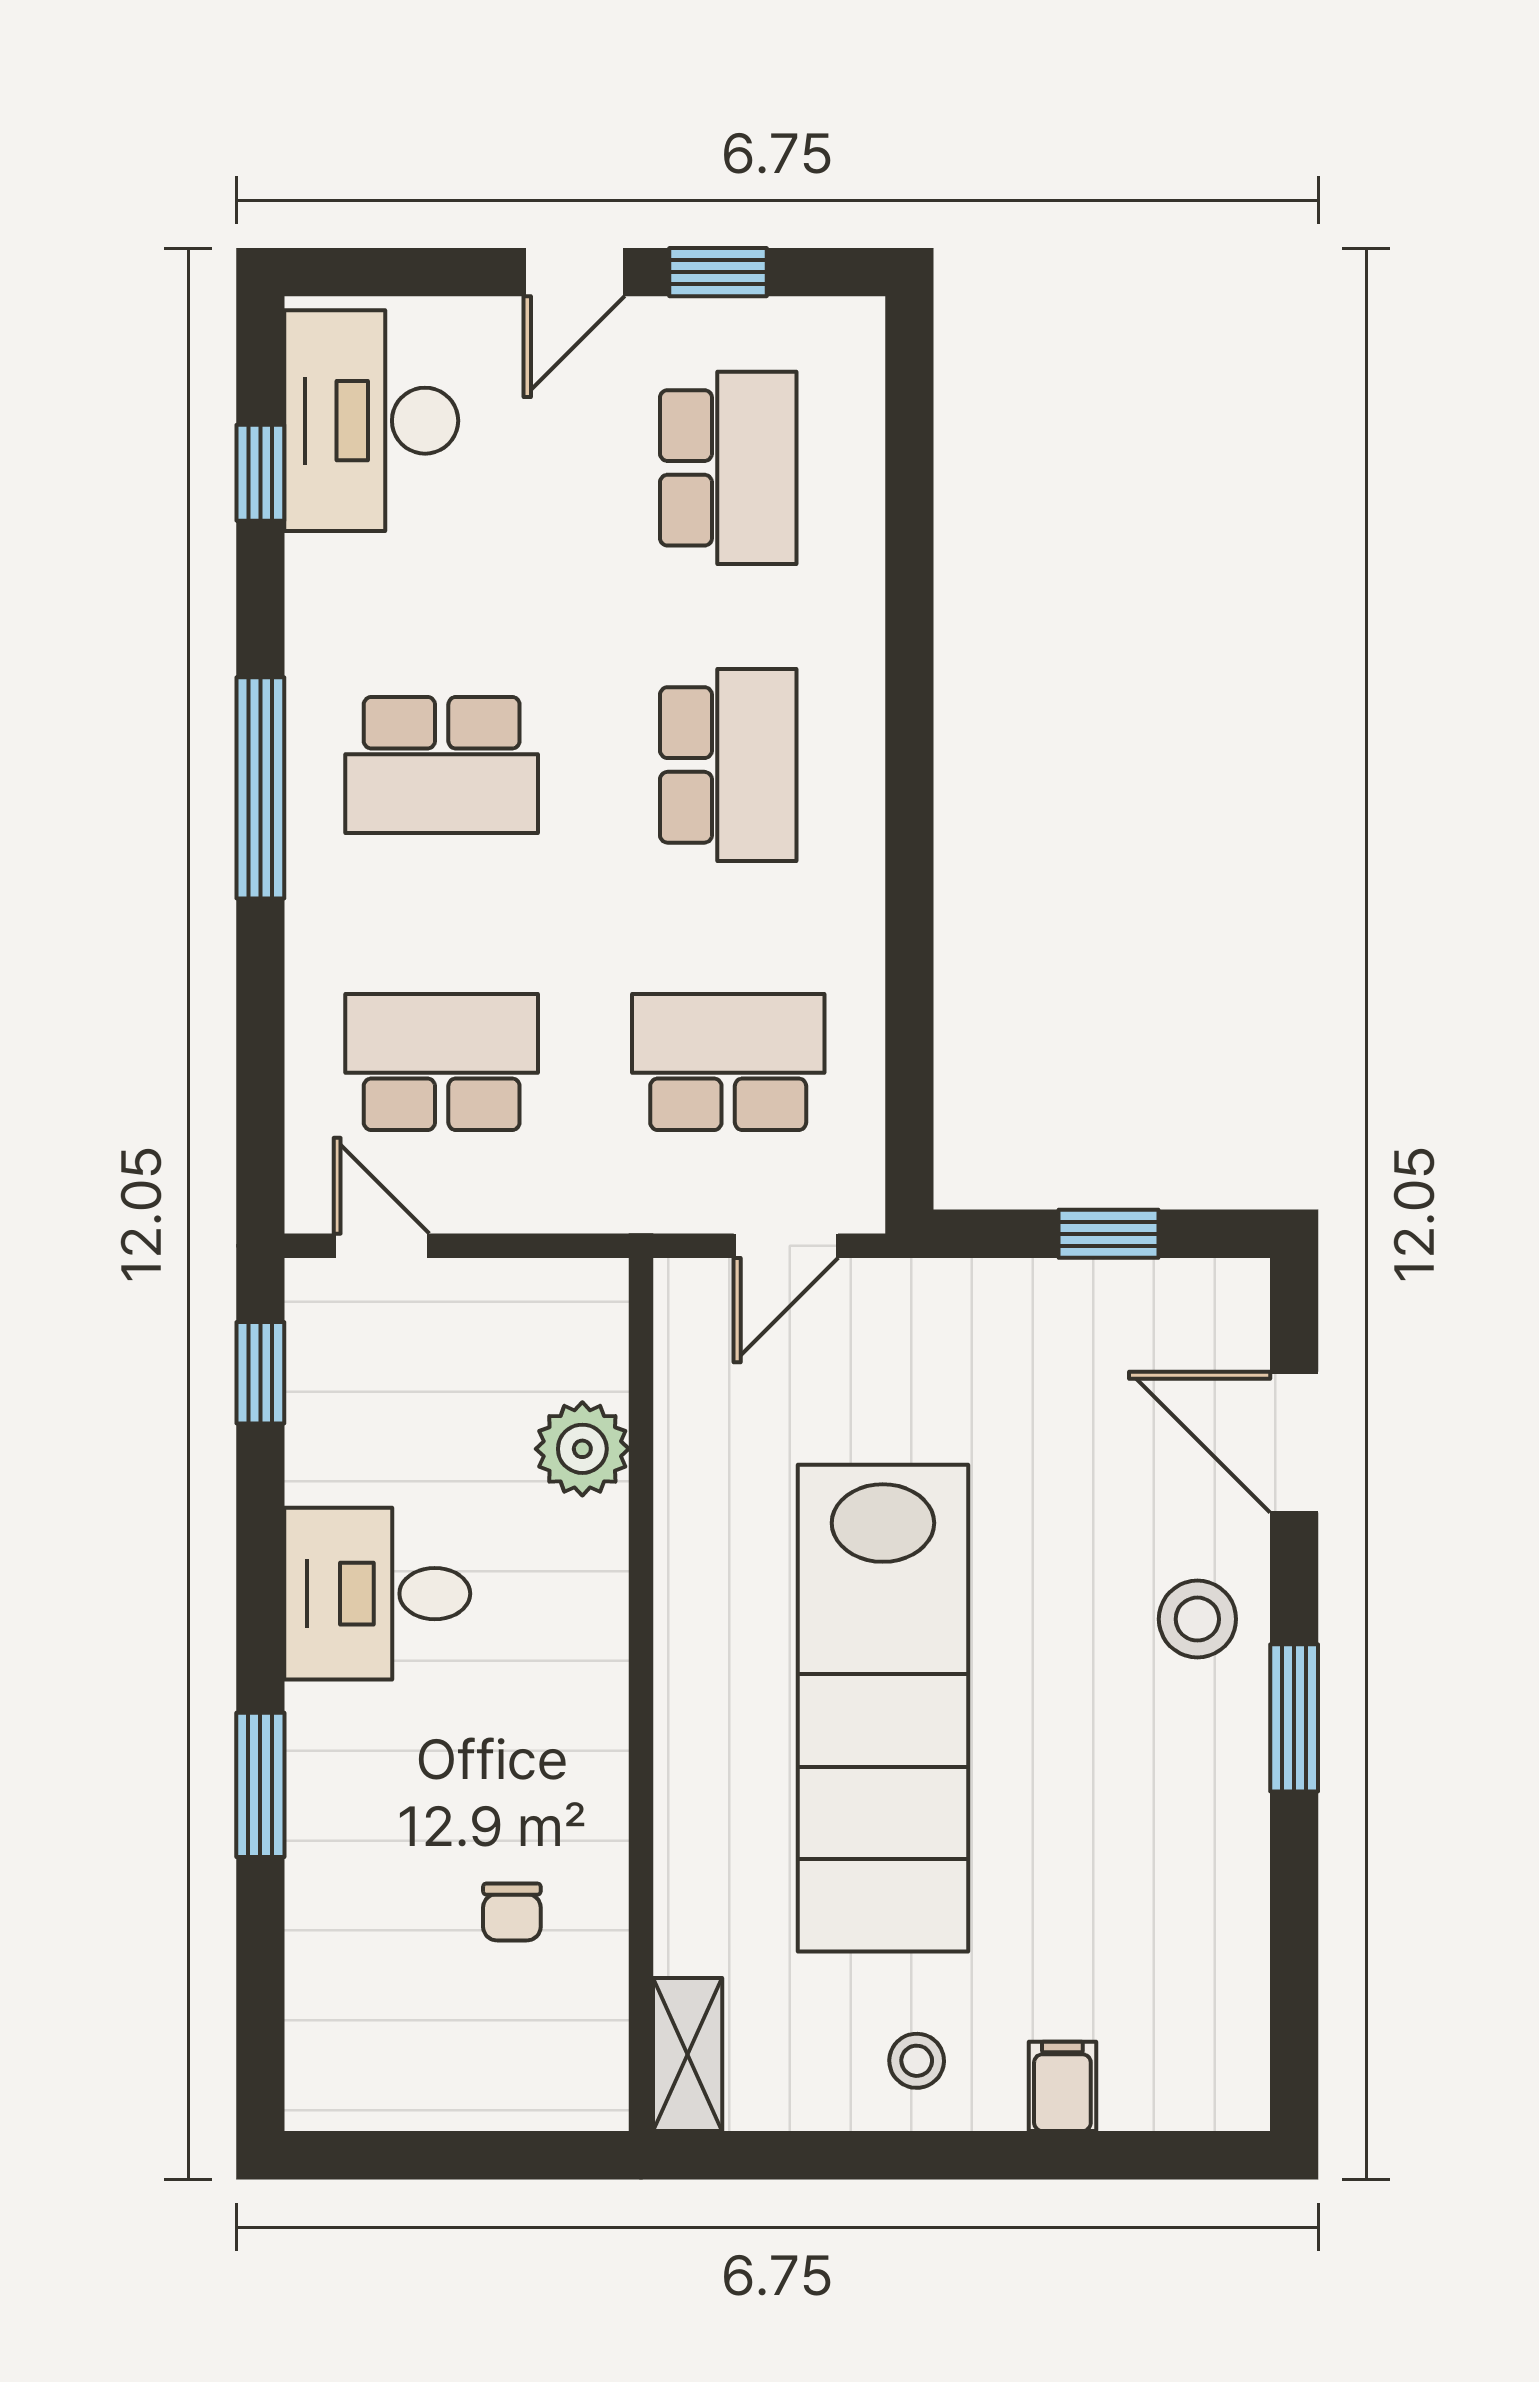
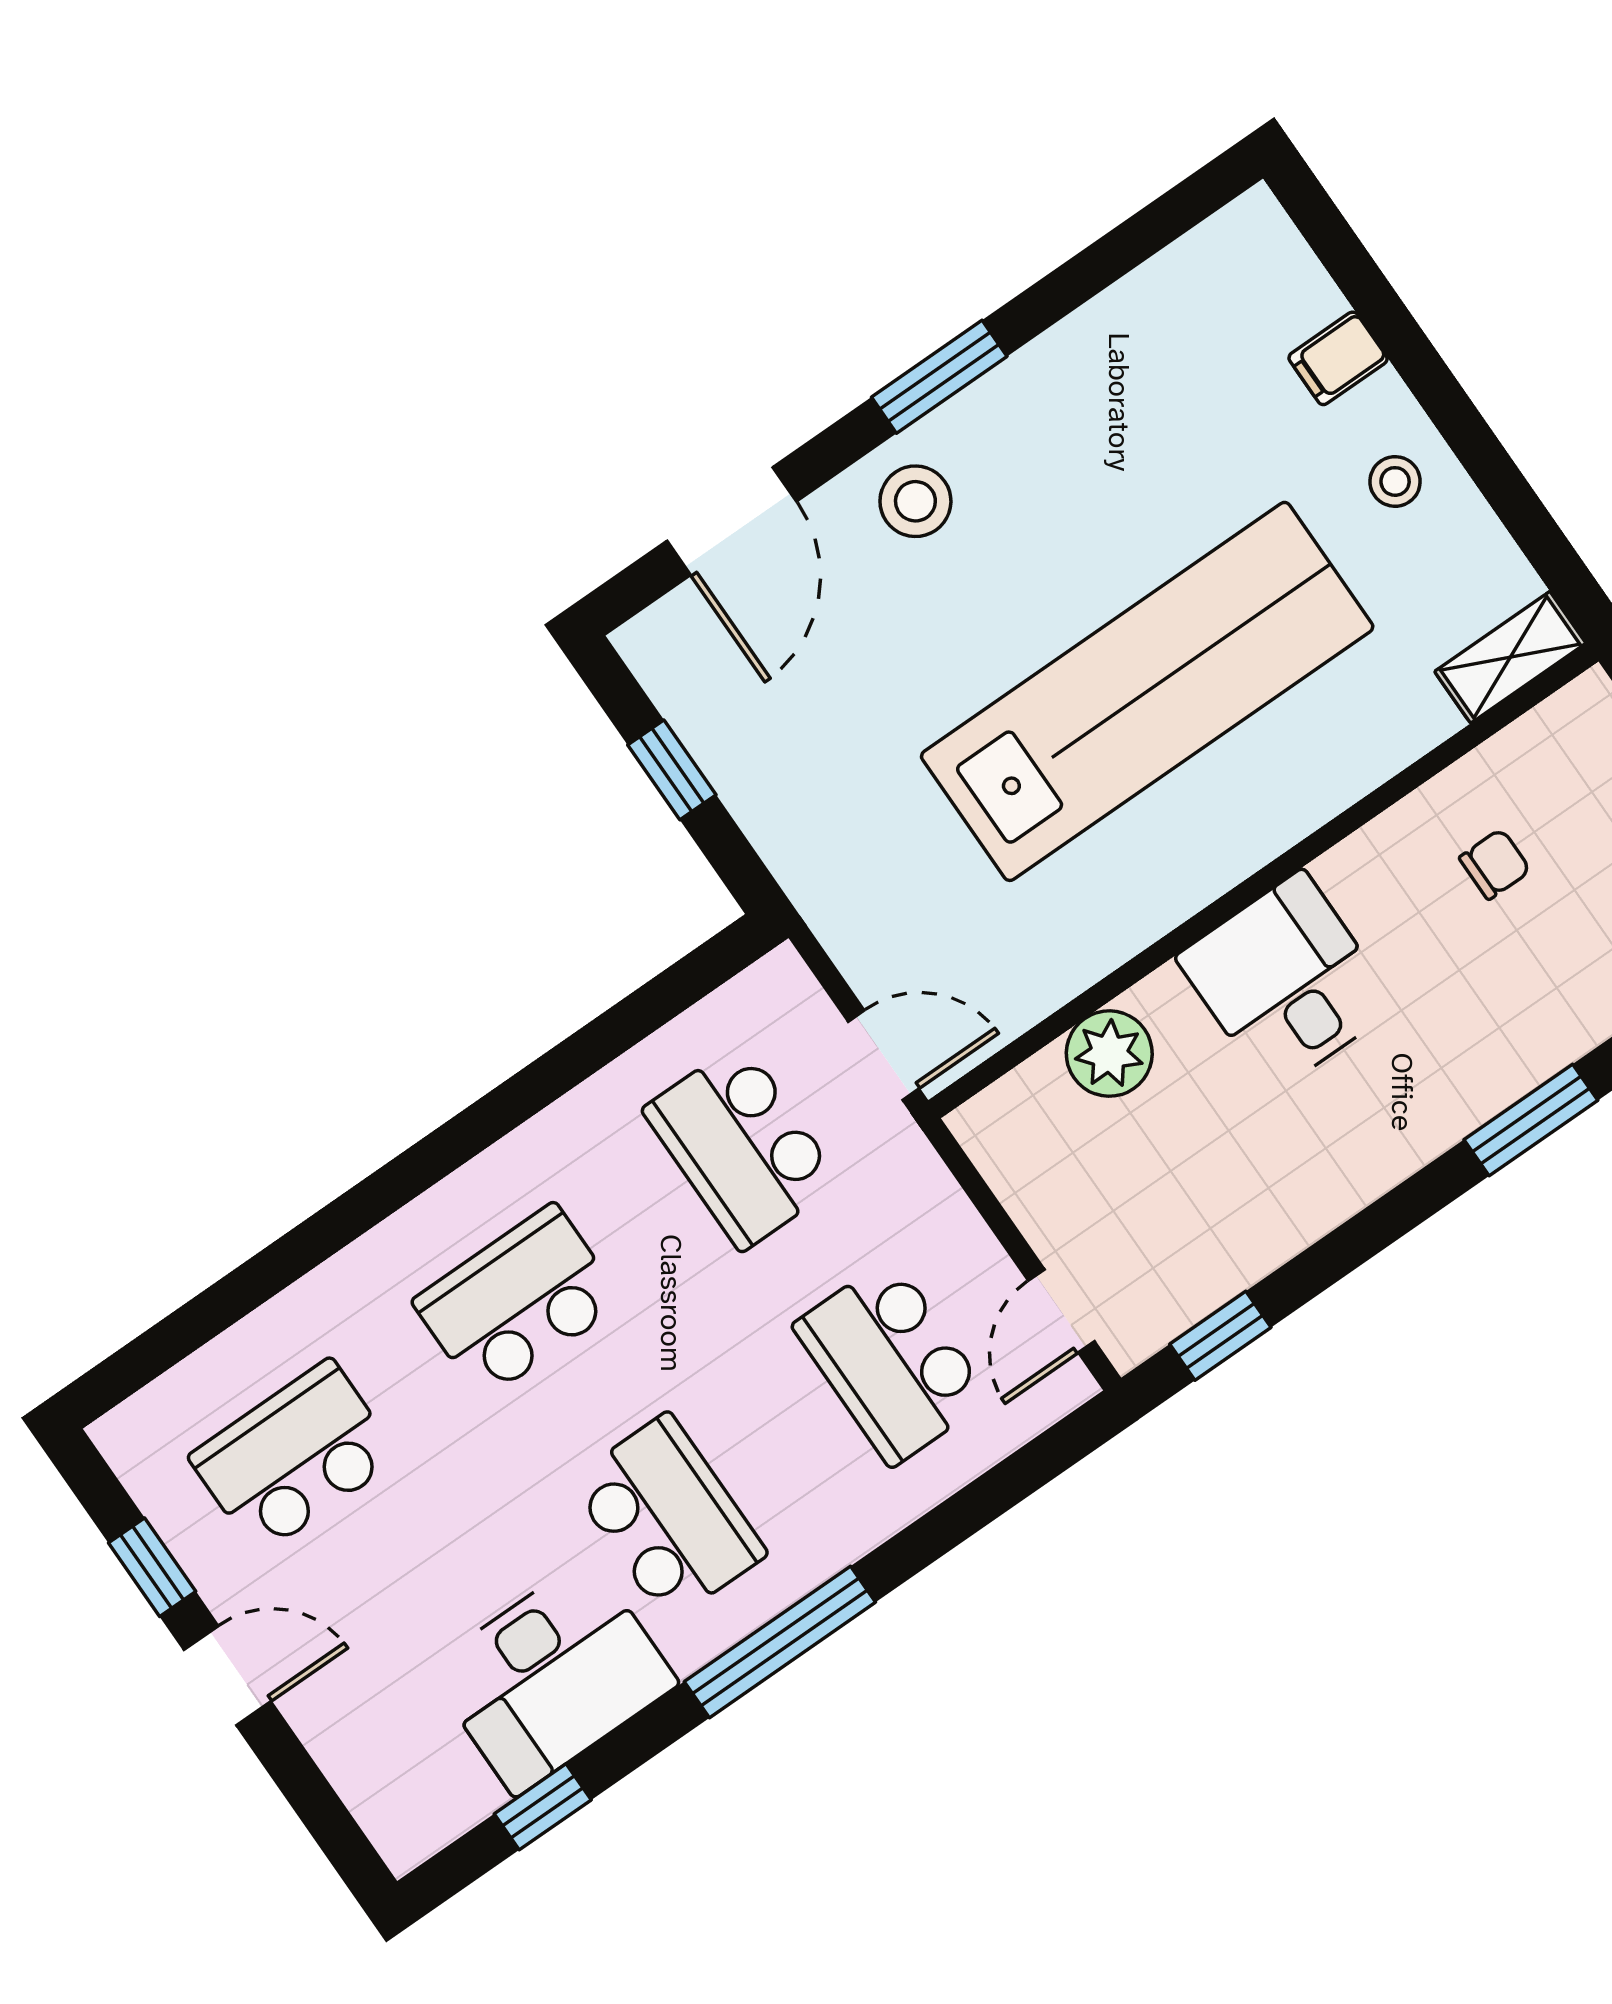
desk: (371, 421) -> (552, 1676), moved
door: (786, 1246) -> (883, 1055), moved
desk: (377, 1594) -> (1287, 982), moved, turned 180

